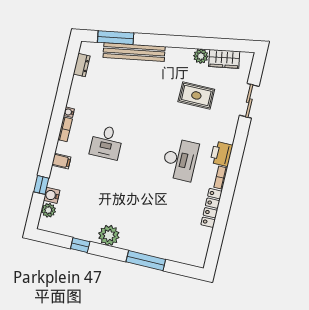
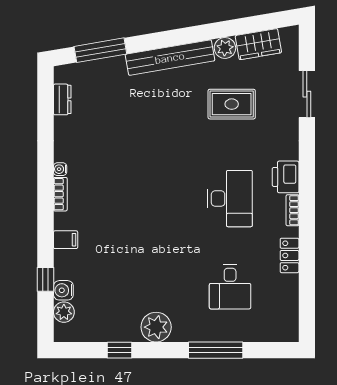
bench: (134, 52) -> (170, 58), moved
desk: (107, 142) -> (230, 287), moved
locker: (211, 208) -> (290, 255), width x0.66

